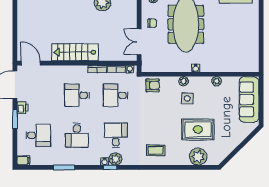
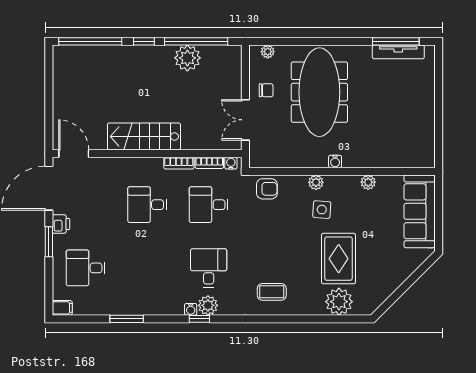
rug: (198, 129) -> (339, 259), turned 90
desk: (38, 135) -> (86, 268), turned 180
desk: (77, 135) -> (147, 268), removed

